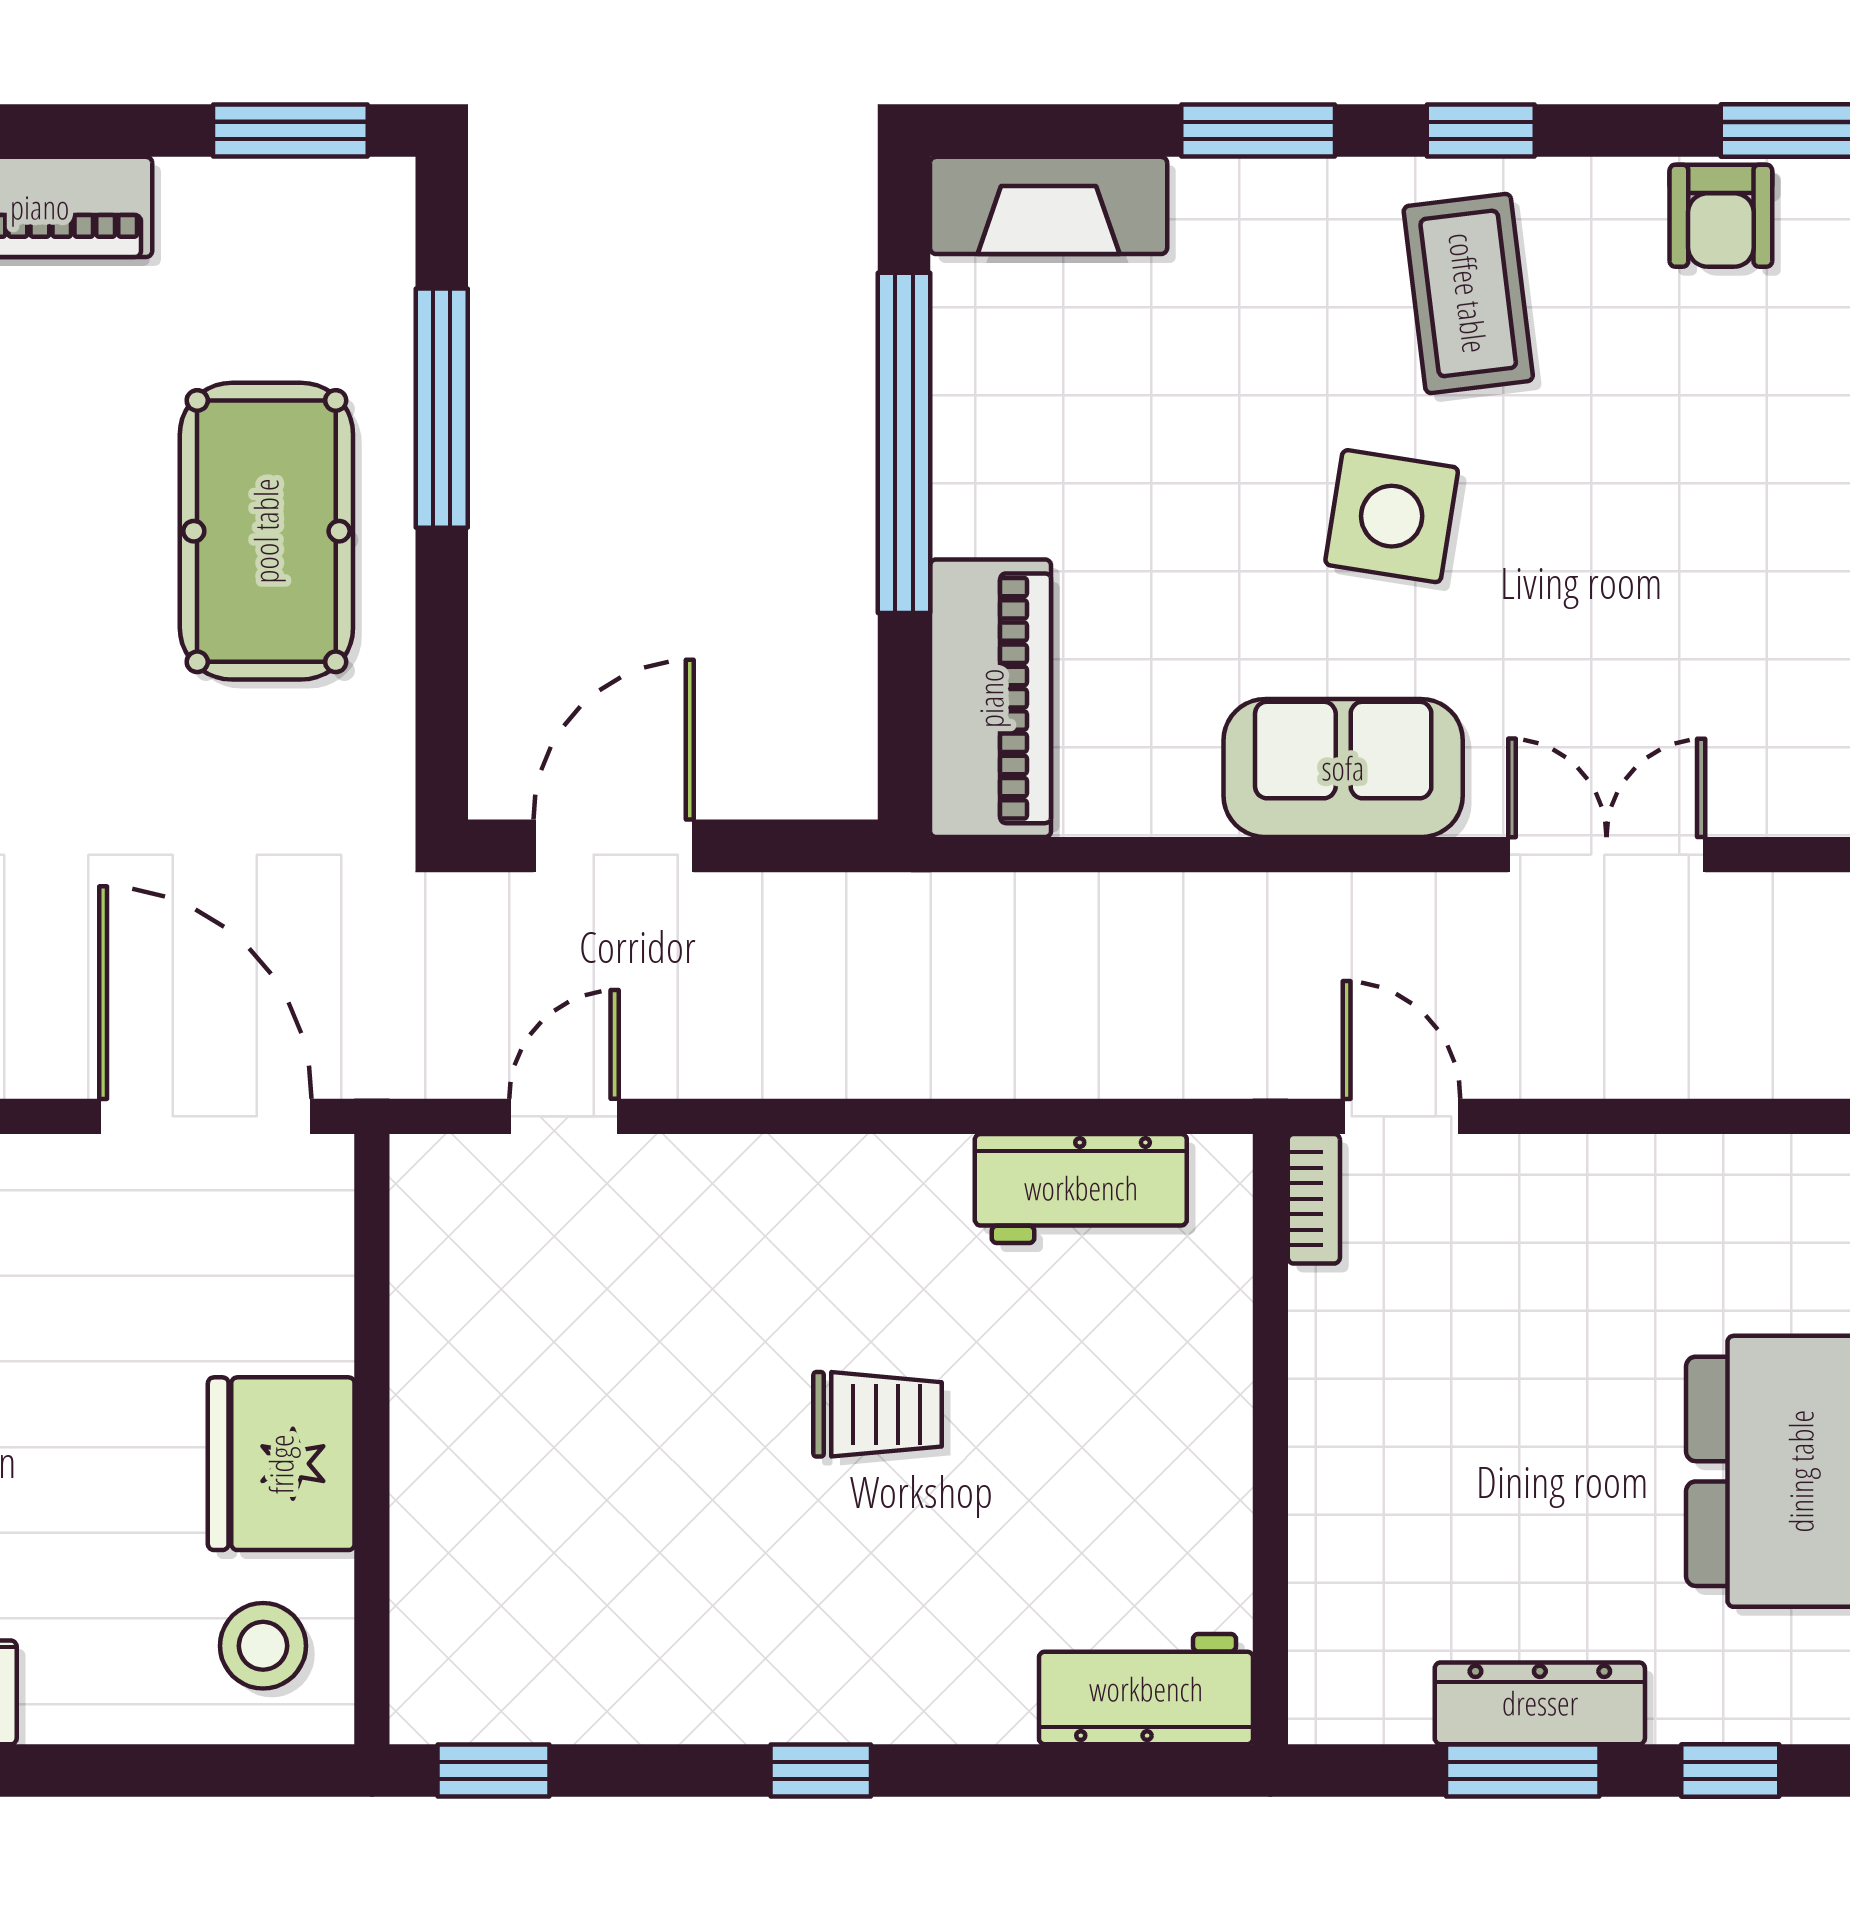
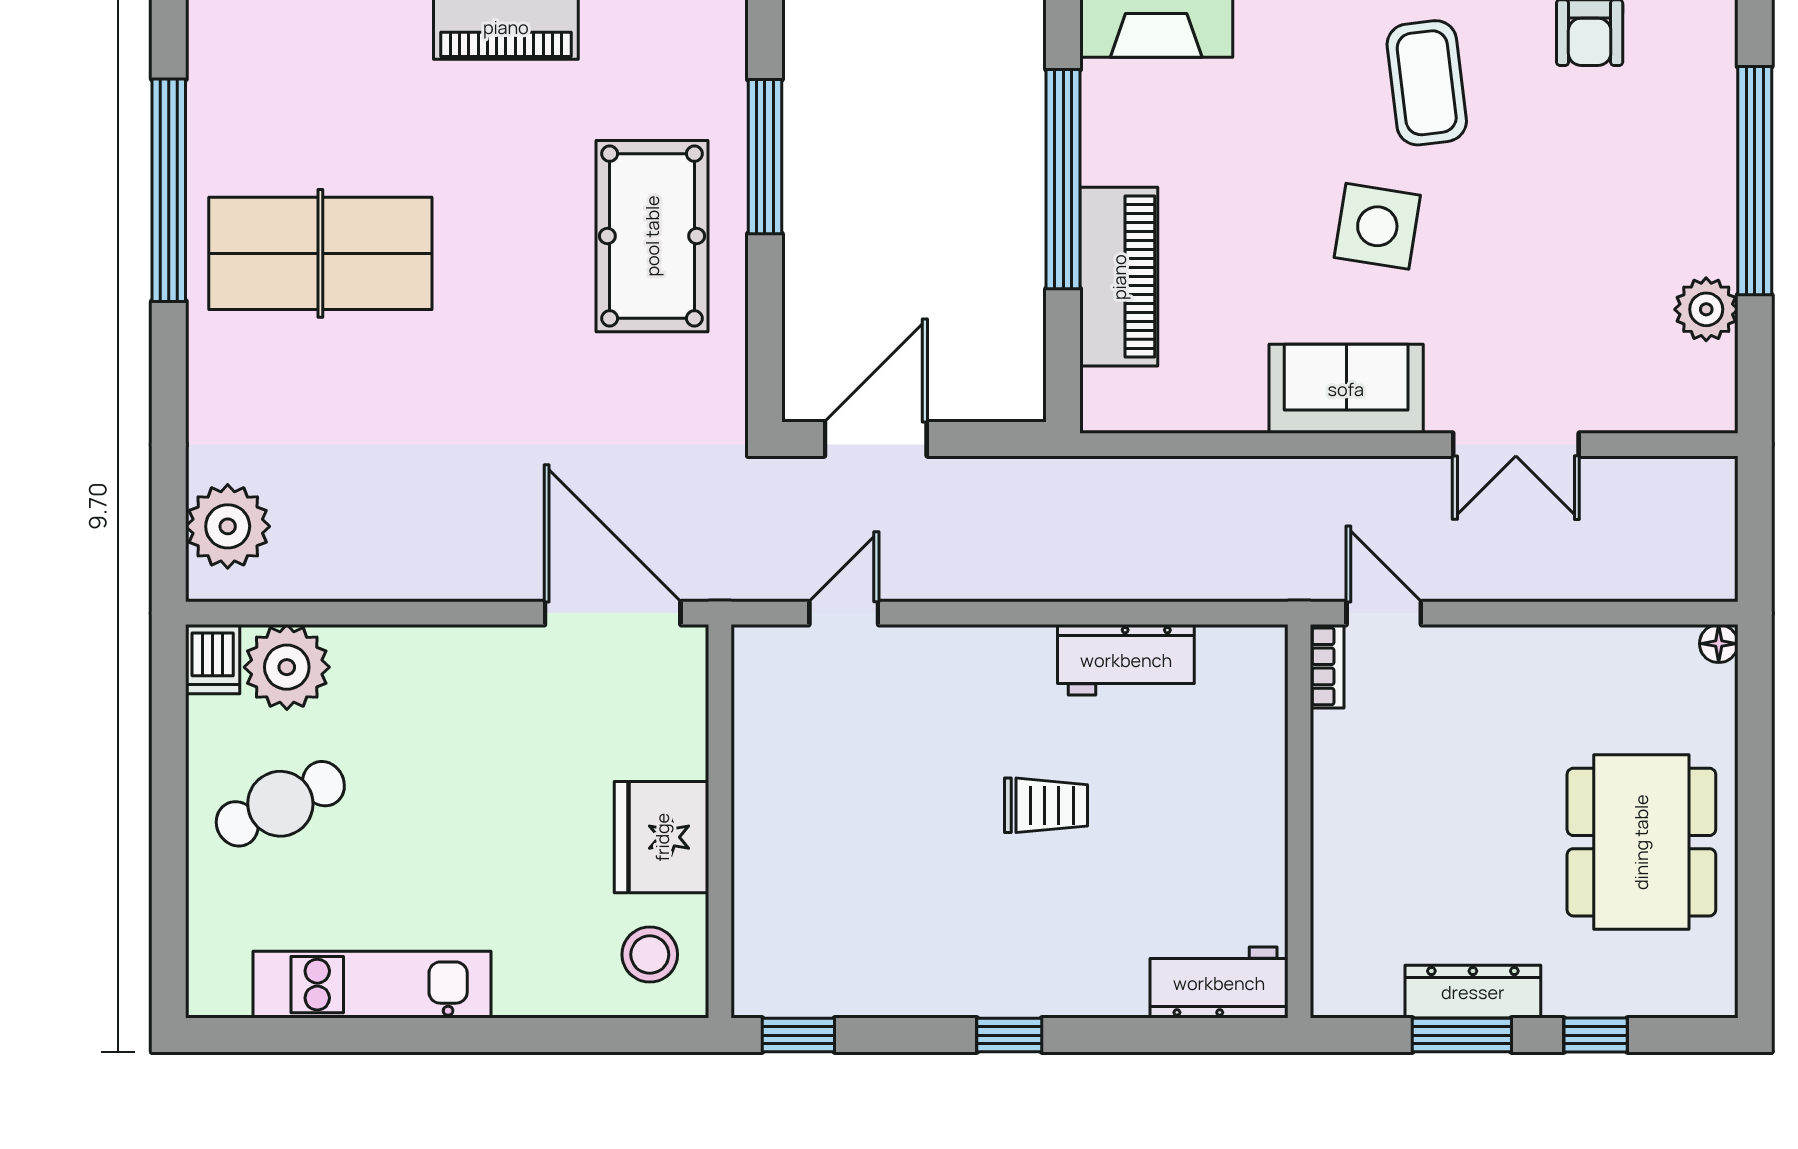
piano: (991, 698) -> (1119, 277), moved
double door: (1607, 855) -> (1516, 445), swing flipped
workbench: (1081, 1188) -> (1126, 660), moved

